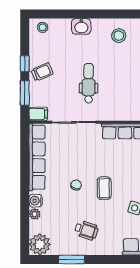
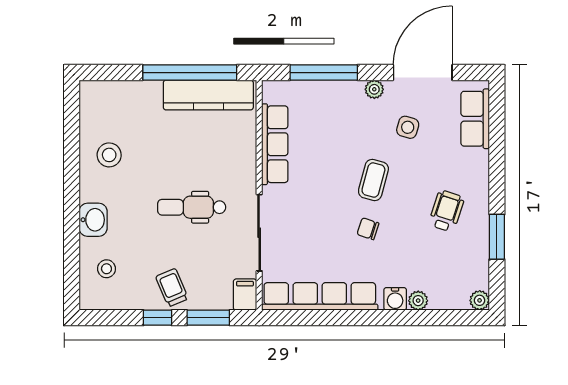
stool: (43, 27) -> (106, 269), moved
coffee table: (104, 188) -> (373, 180), turned -75
plant: (40, 244) -> (480, 300), width x0.53, depth x0.53

